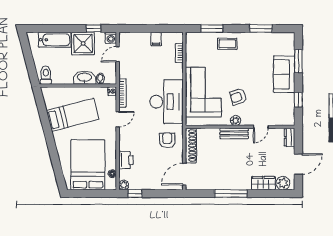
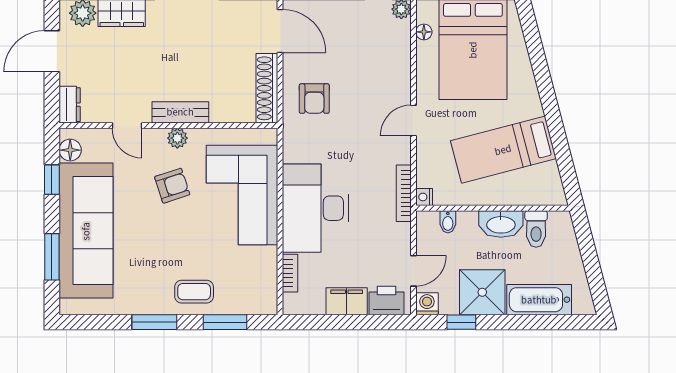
window: (261, 29) -> (154, 322), moved
filing cabinet: (156, 39) -> (347, 301), width x2.00
sofa: (284, 74) -> (86, 231), width x1.85, depth x1.27
toilet: (46, 75) -> (536, 229), moved
washbasin: (84, 78) -> (501, 224), moved
desk: (167, 102) -> (316, 208), moved
floor lamp: (289, 115) -> (70, 150), added
door: (118, 119) -> (413, 120), moved
door: (261, 127) -> (127, 126), swing flipped
printer: (126, 160) -> (386, 301), moved, turned 90
door: (184, 174) -> (280, 31), hinge flipped

